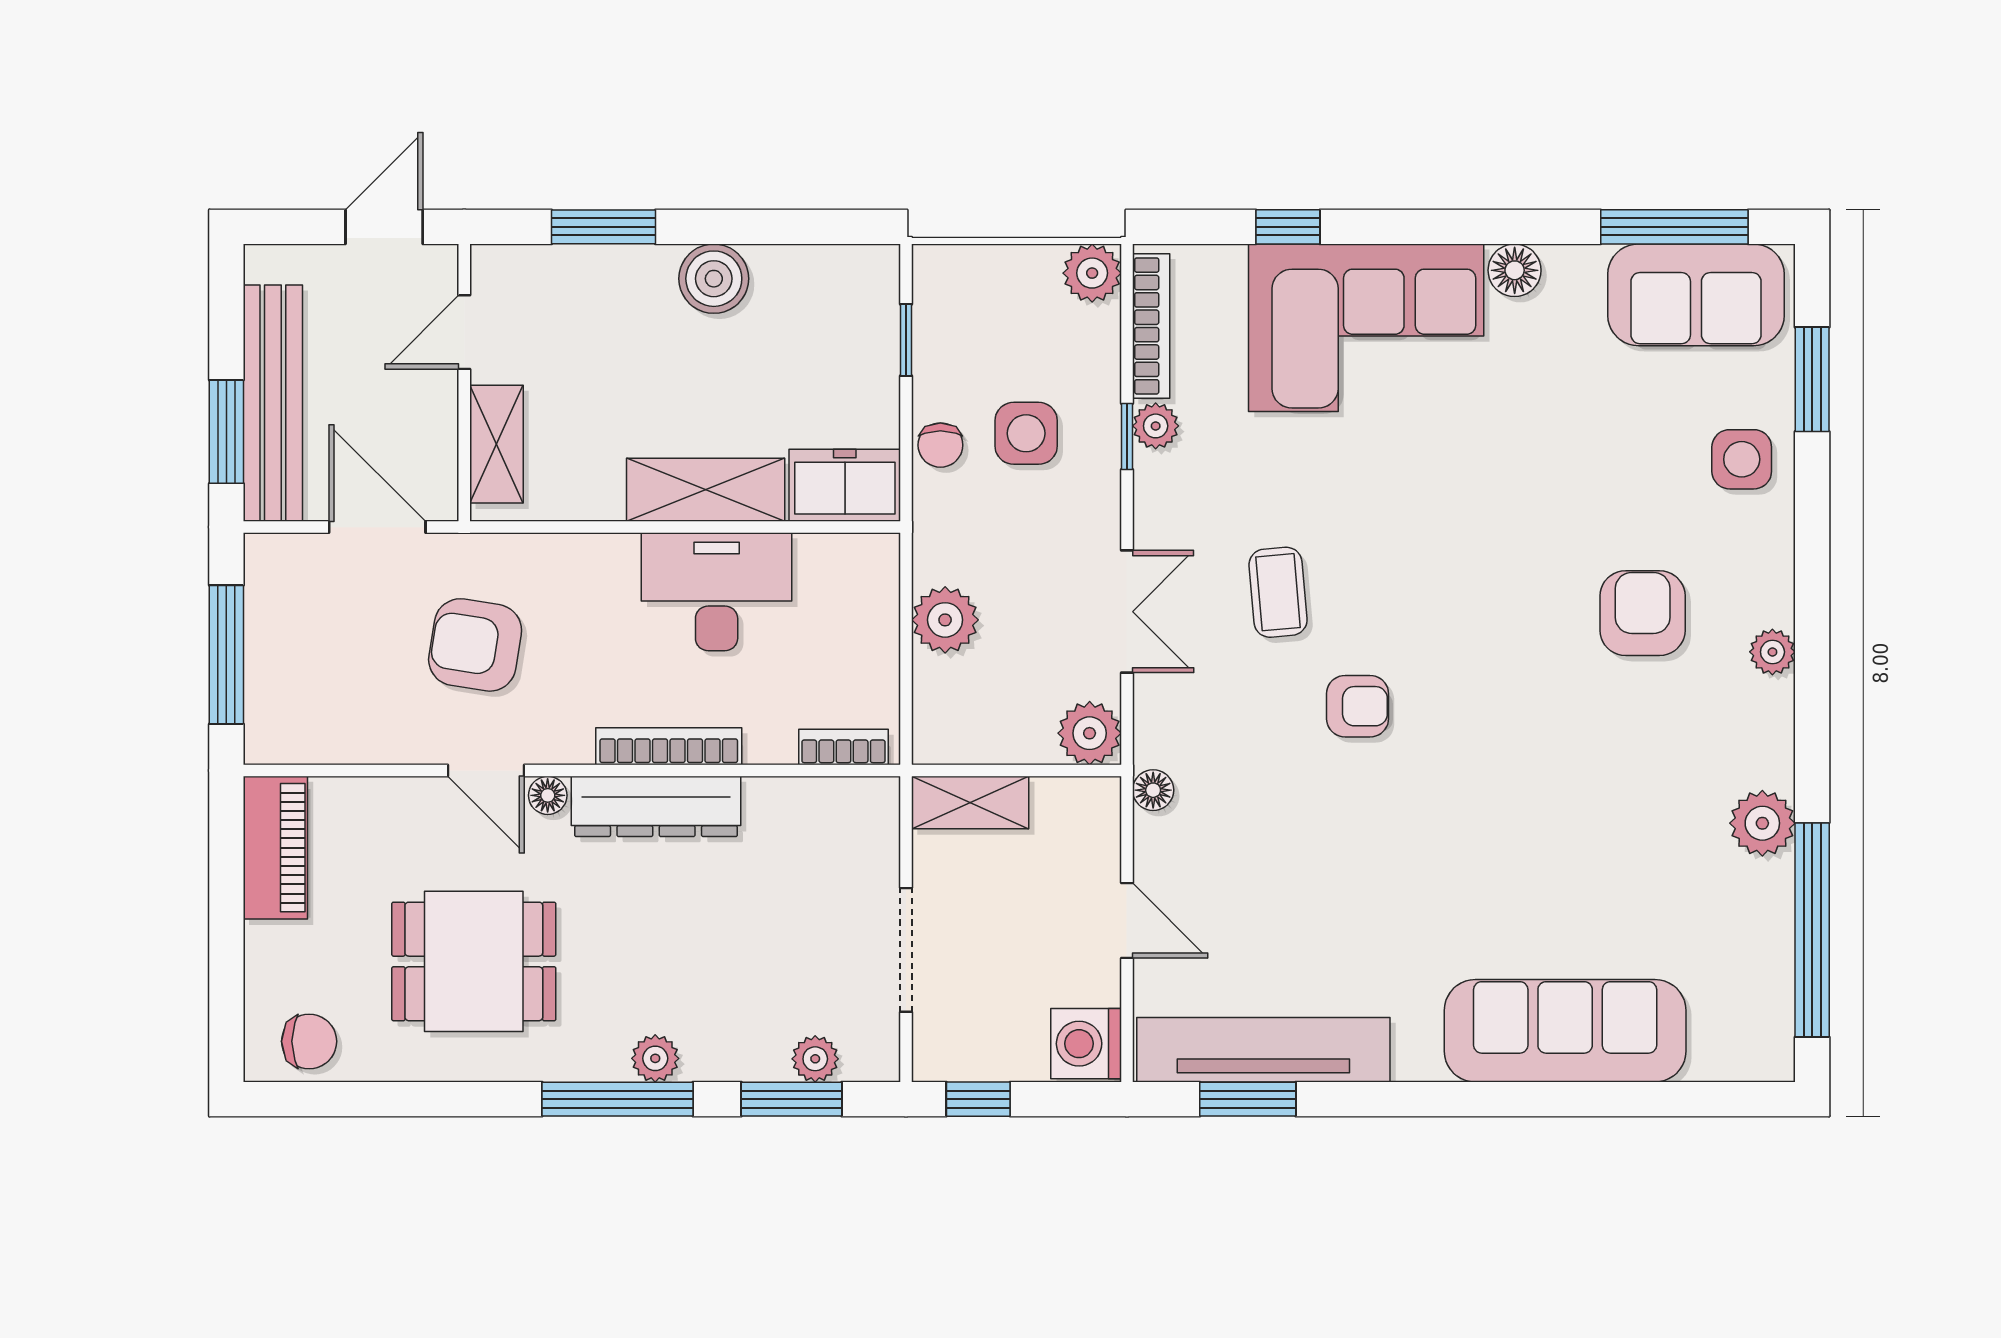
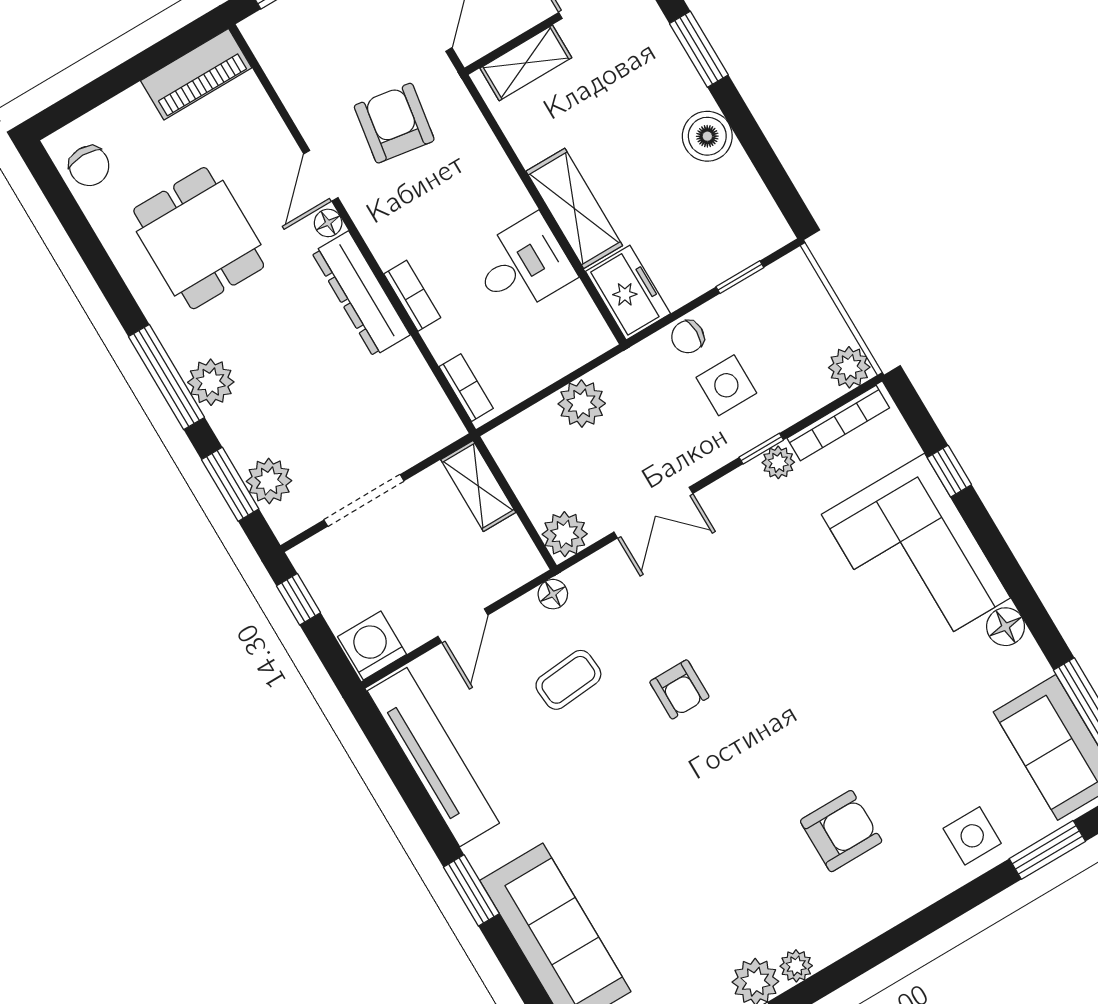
desk: (717, 592) -> (523, 265), width x0.73
coffee table: (1278, 592) -> (568, 680), moved
plant: (1772, 652) -> (796, 966), moved
bookcase: (669, 746) -> (412, 296), width x0.64
plant: (655, 1058) -> (211, 382), width x1.38, depth x1.38
plant: (815, 1059) -> (269, 481), width x1.38, depth x1.38
window: (1248, 1099) -> (471, 890), moved

